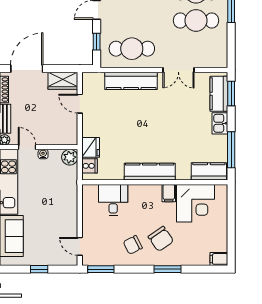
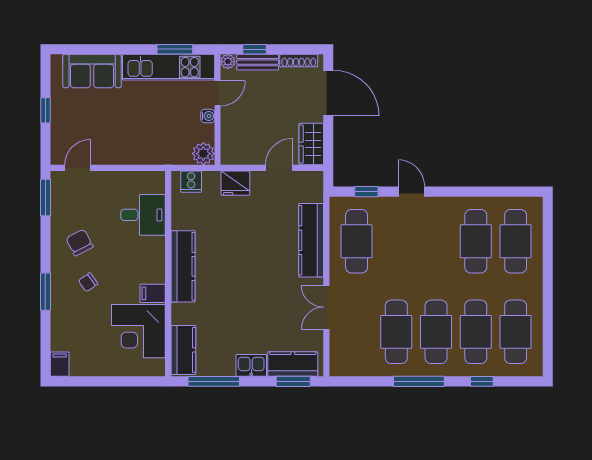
fridge: (91, 147) -> (235, 183), moved
chair: (161, 239) -> (88, 282), width x0.54, depth x0.54

